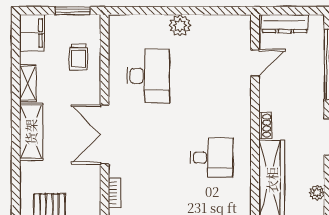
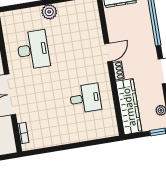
door: (255, 63) -> (108, 52), moved

